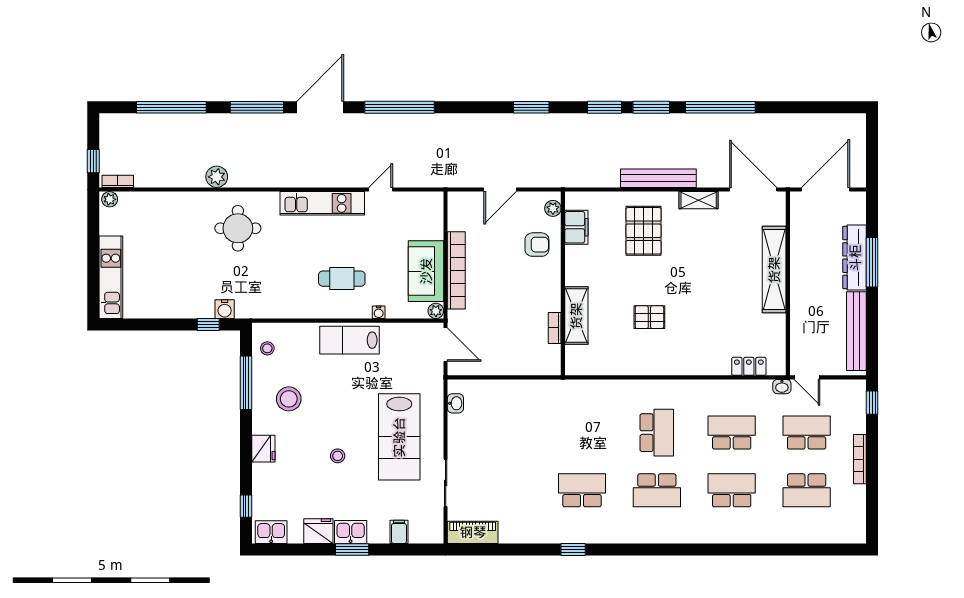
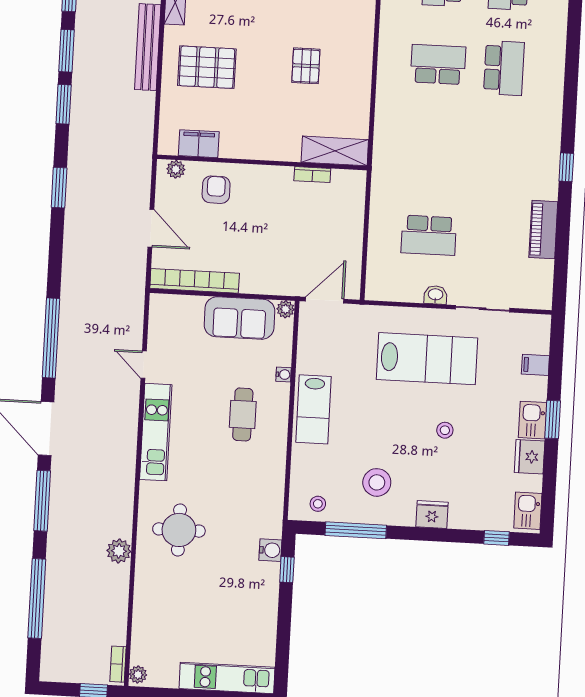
bookcase: (456, 270) -> (195, 281), moved
shelving: (576, 316) -> (335, 151), moved
washbasin: (455, 403) -> (436, 295), moved
school desk: (582, 490) -> (429, 235), moved, turned -90
piano: (473, 532) -> (543, 230), moved

